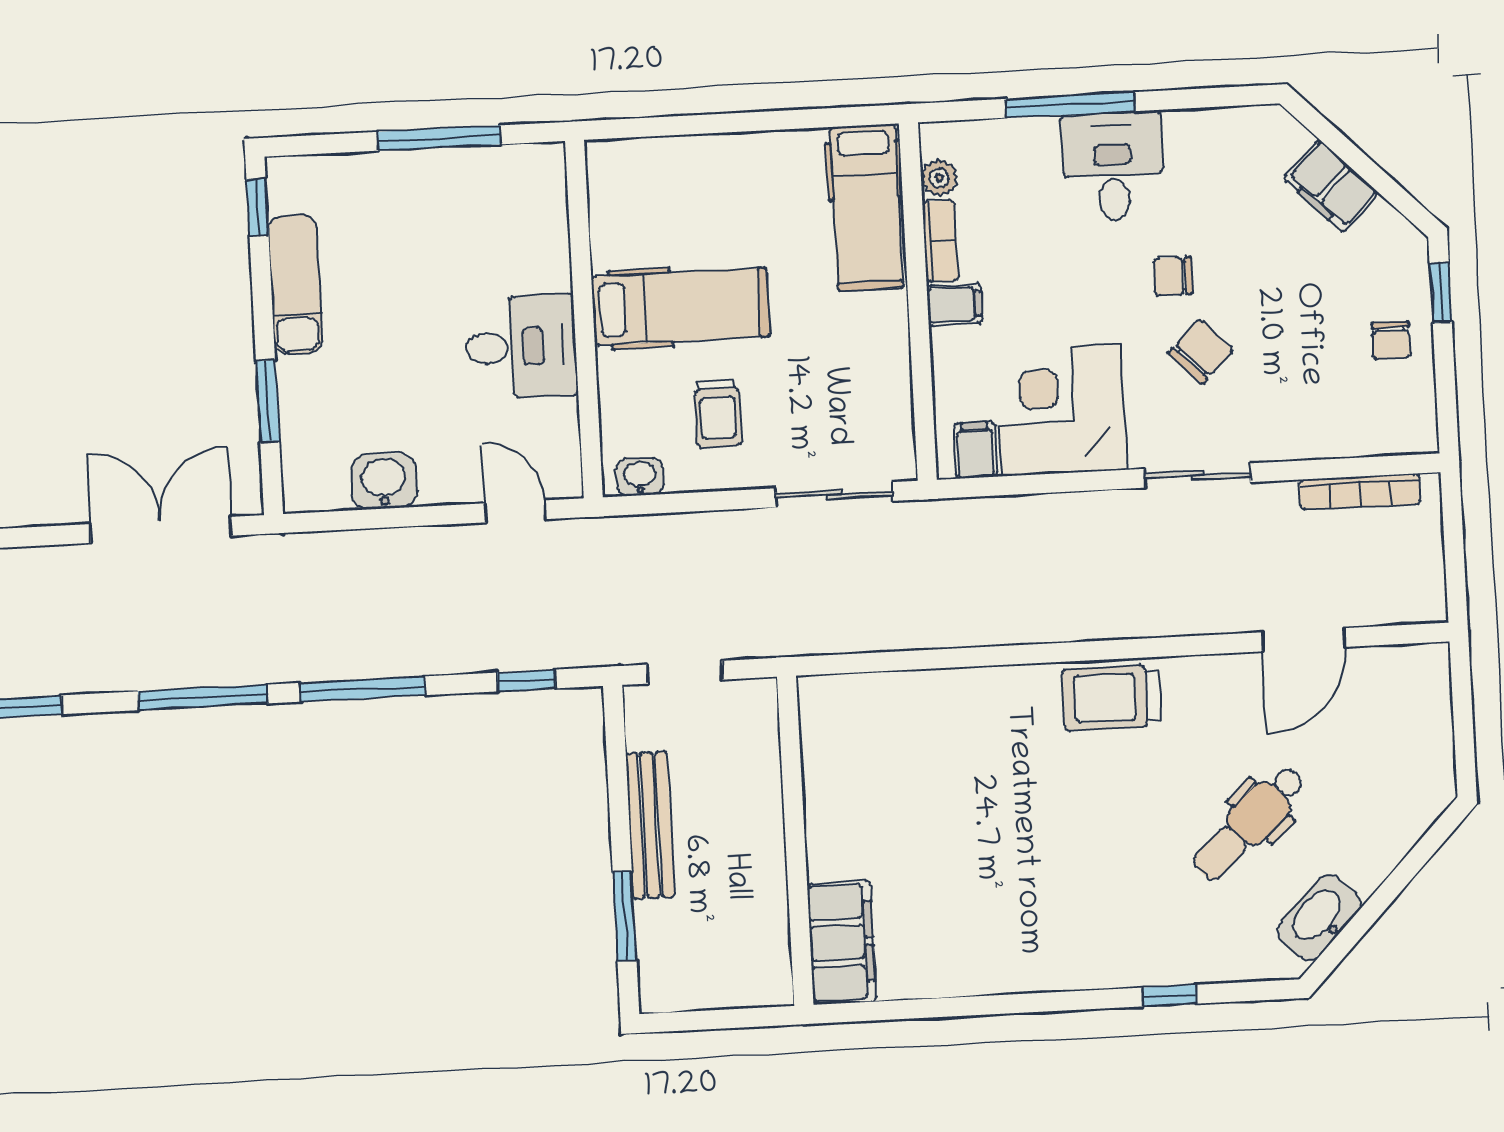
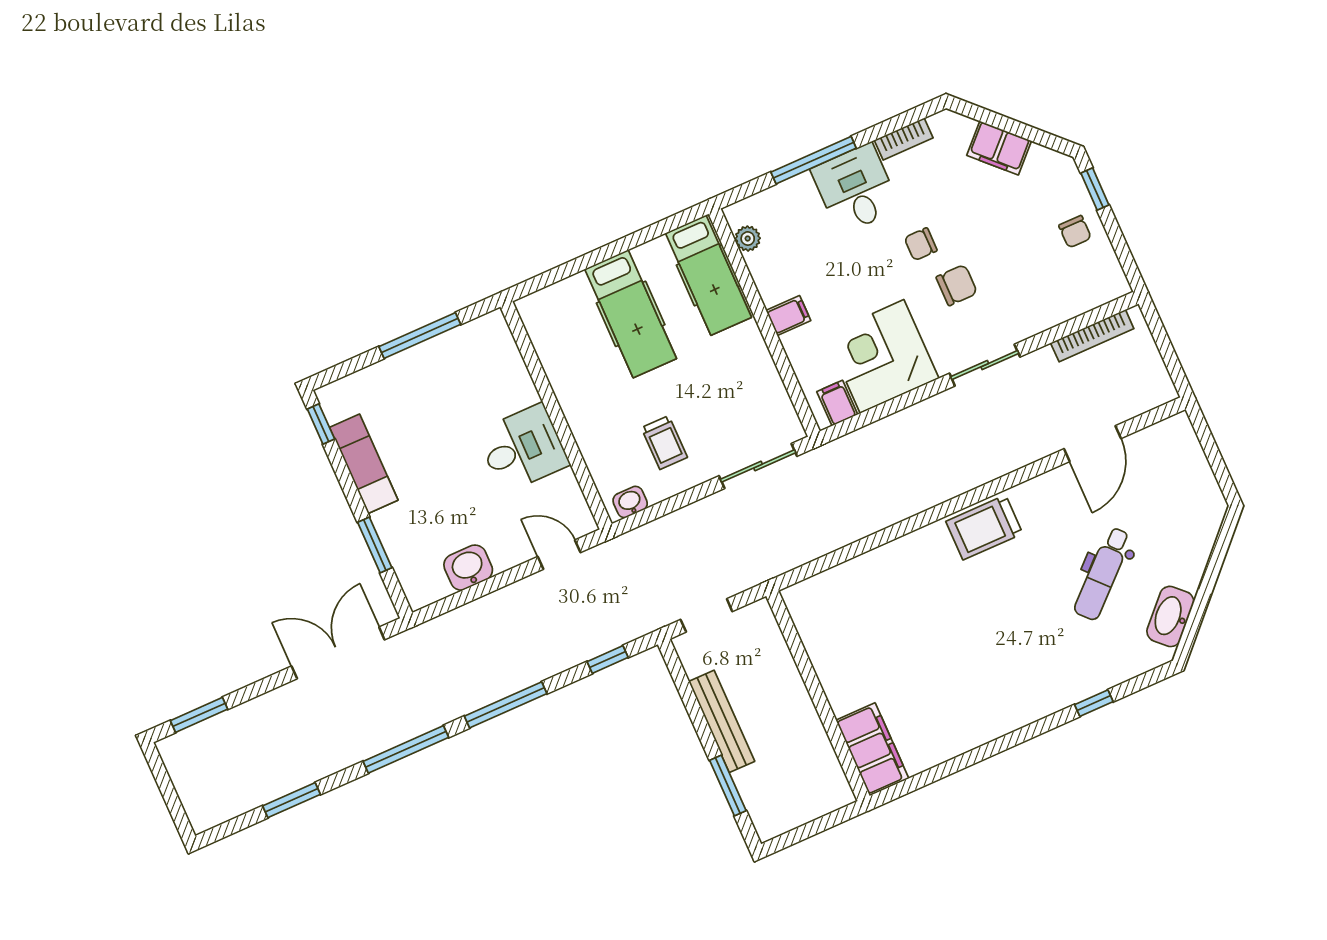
bookcase: (940, 241) -> (904, 139), moved, turned 90
hospital bed: (680, 307) -> (631, 314), moved, turned 90
chair: (1201, 351) -> (957, 285), turned 45

